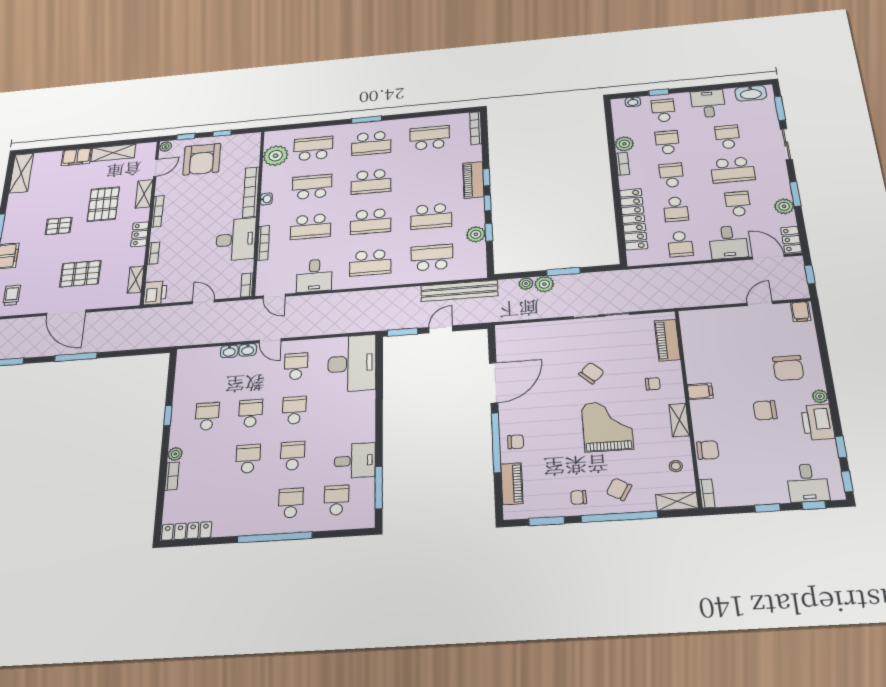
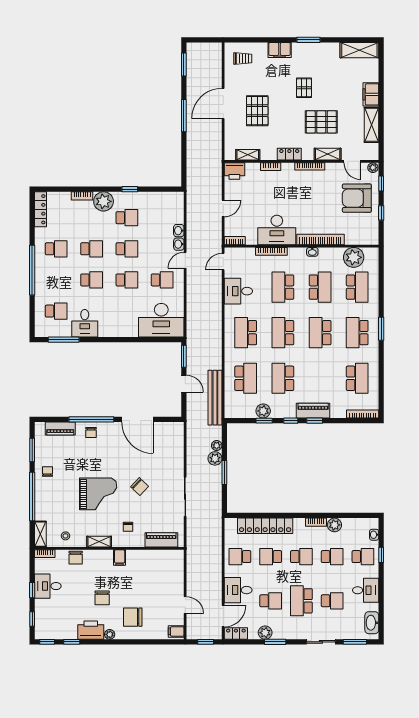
chair: (765, 410) -> (102, 598), turned 180
plant: (175, 454) -> (104, 201), width x1.88, depth x1.88
desk: (808, 483) -> (48, 586), moved
chair: (619, 489) -> (51, 498), removed
school desk: (291, 503) -> (56, 249), moved

